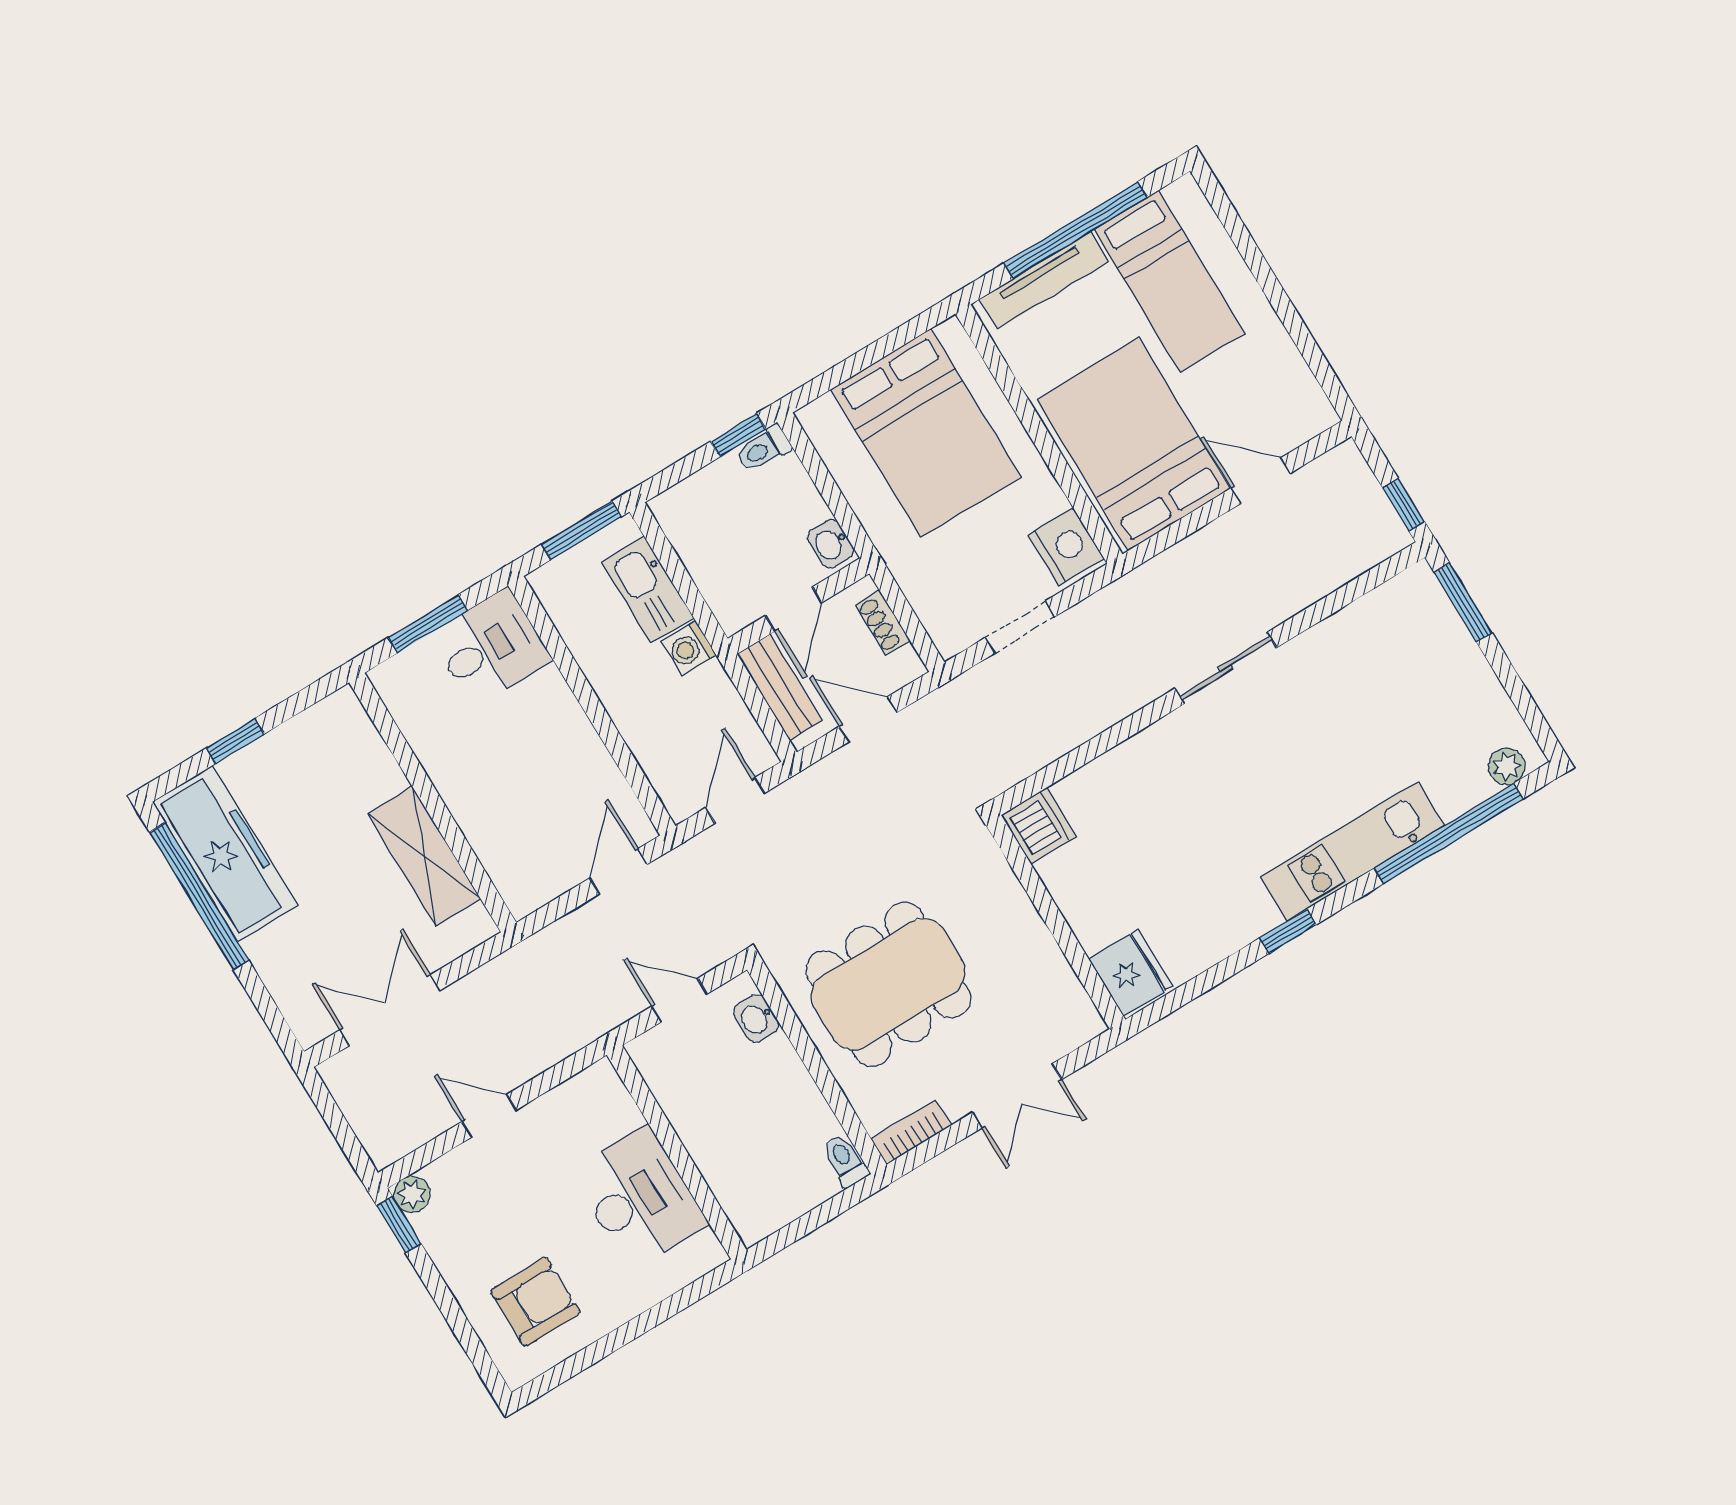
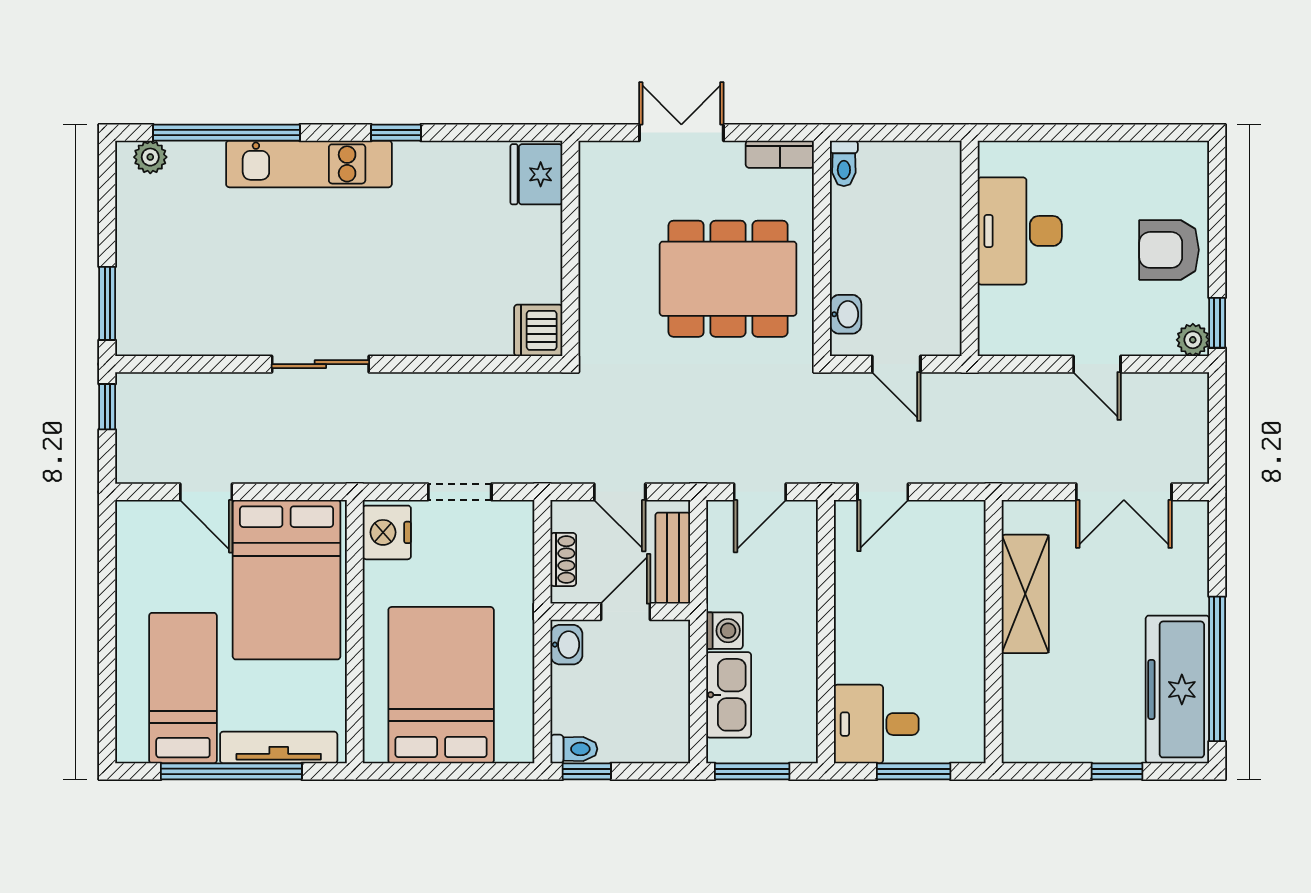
armchair: (535, 1302) -> (1169, 250), moved

